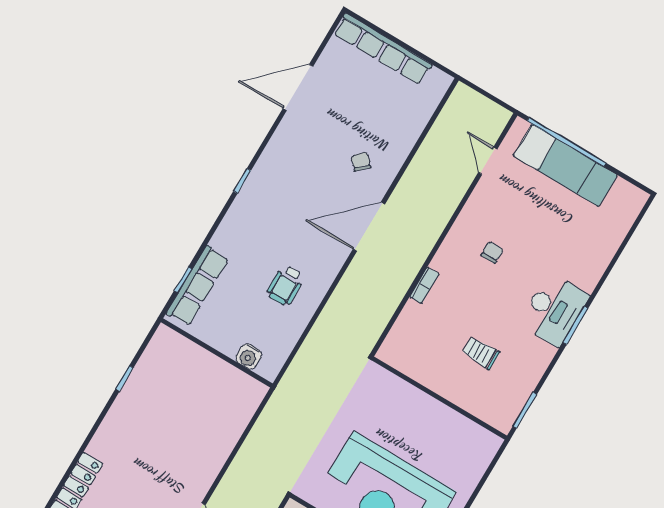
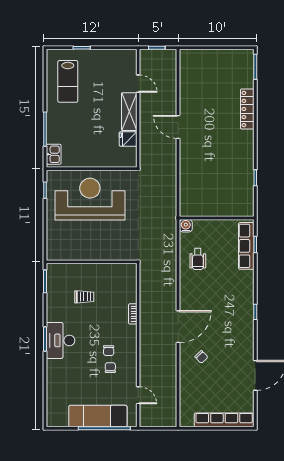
chair: (505, 226) -> (110, 368), added
wheelchair: (285, 285) -> (198, 259), moved, turned 180
water cooler: (249, 357) -> (186, 226), moved

